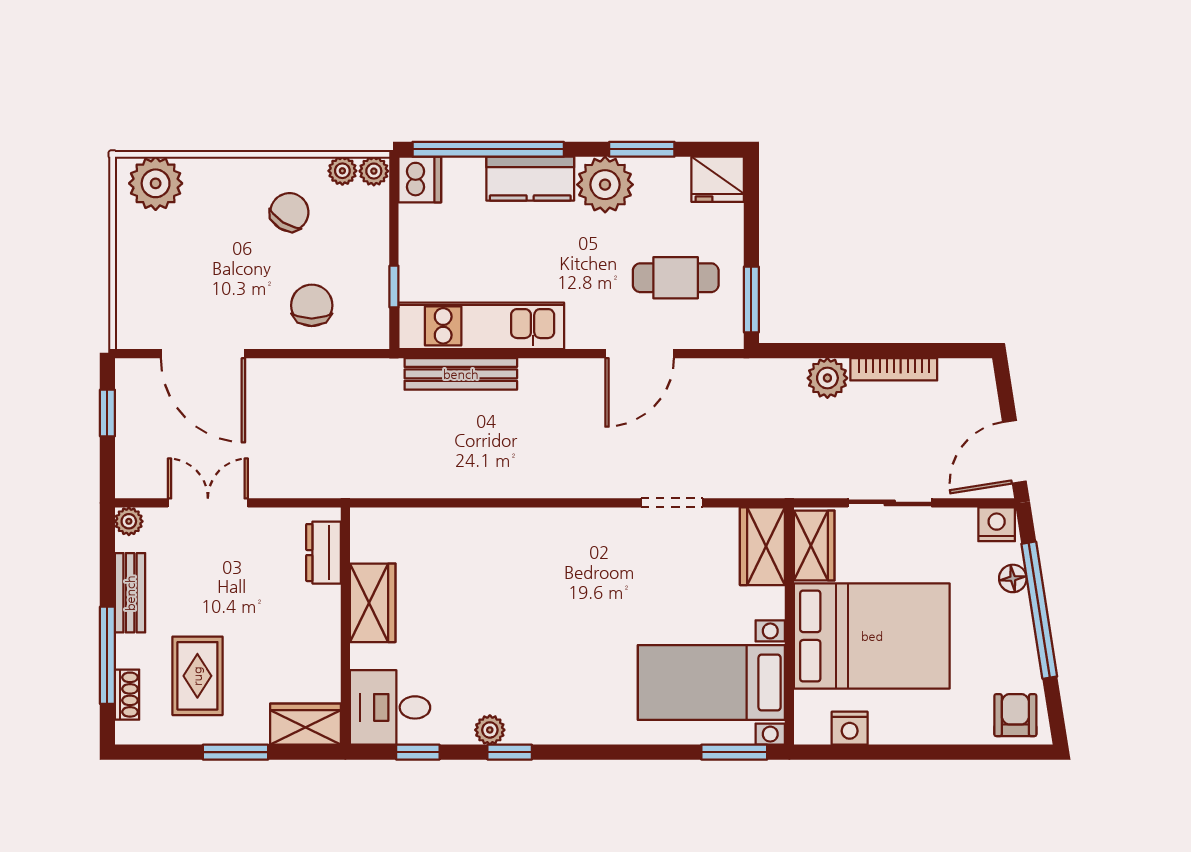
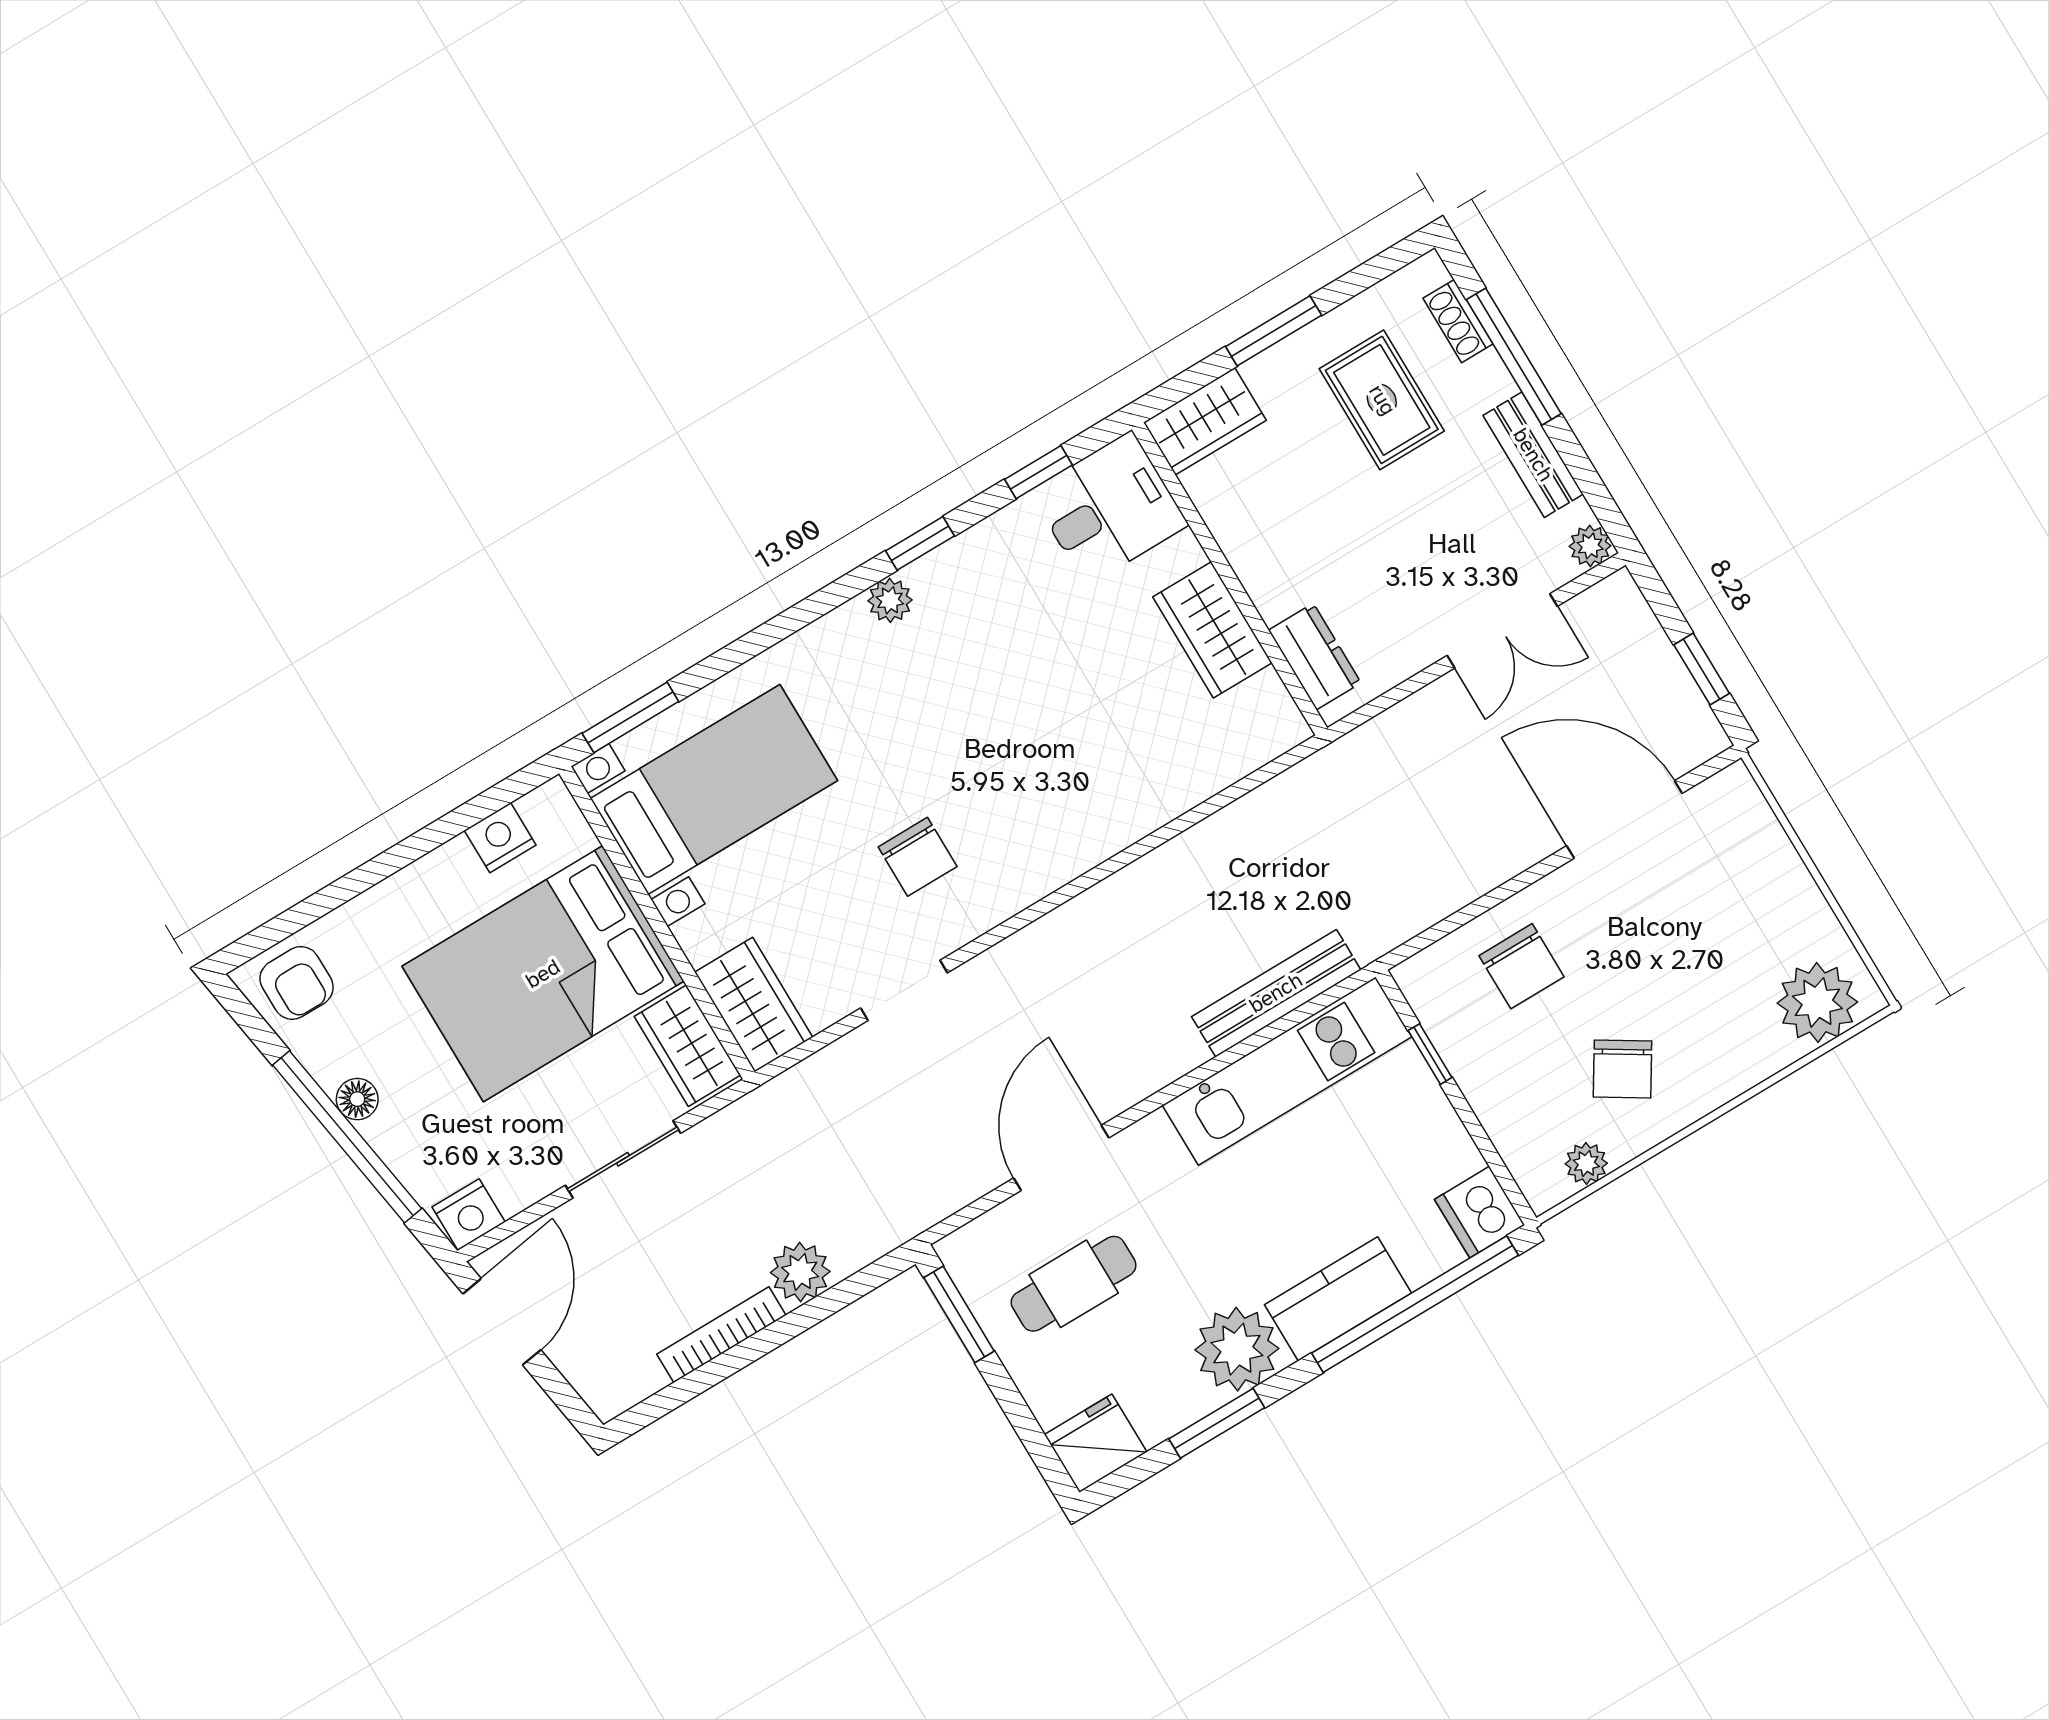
plant: (374, 171) -> (1545, 1187), removed
chair: (618, 574) -> (918, 857), added
floor lamp: (1013, 578) -> (357, 1099), moved
plant: (490, 730) -> (890, 600), moved

